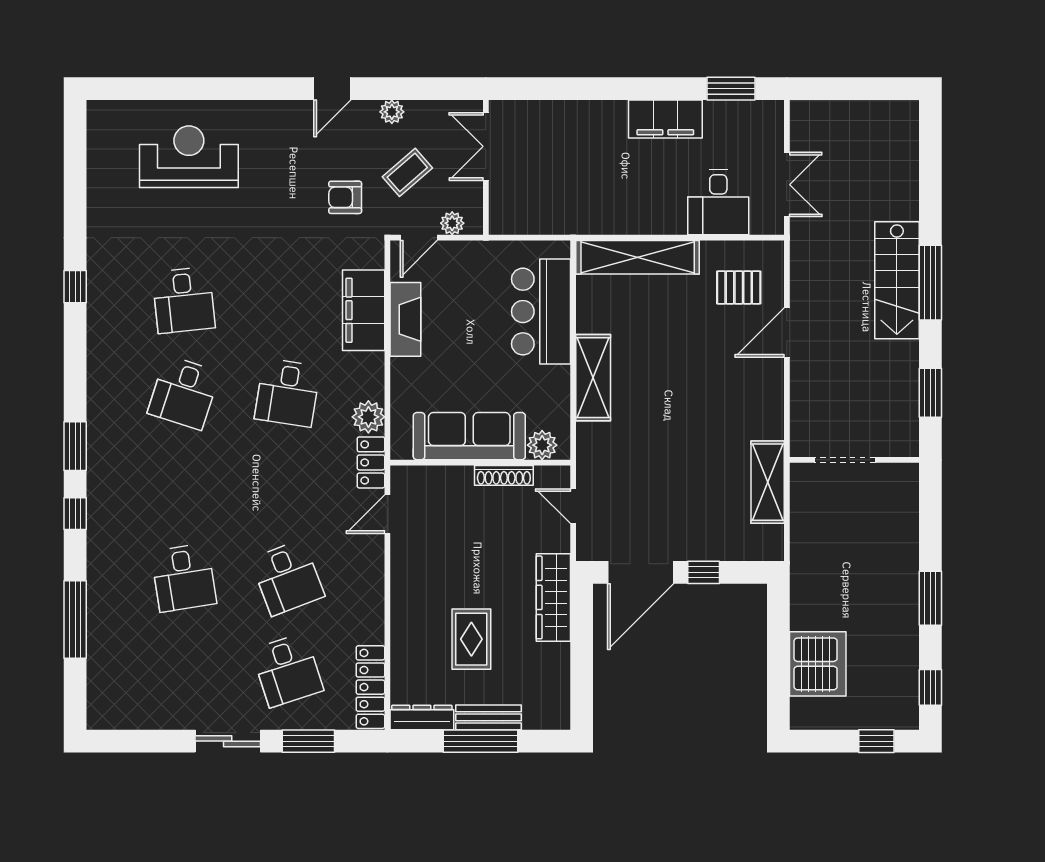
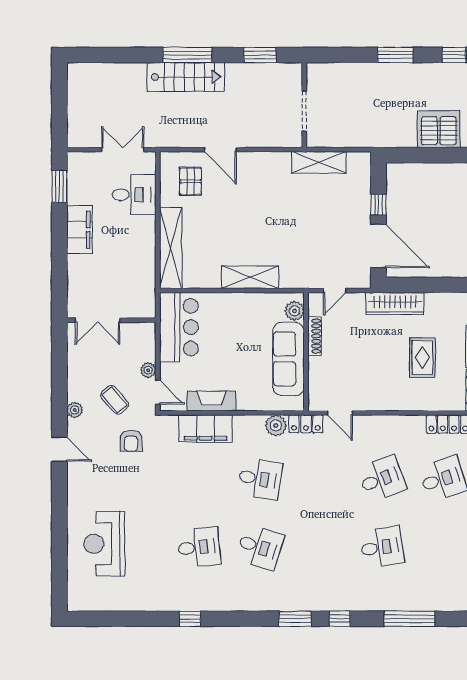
double door: (486, 146) -> (98, 320), moved
wall: (486, 167) -> (111, 320), moved
bar counter: (541, 312) -> (179, 327), moved, turned -90
rug: (471, 639) -> (422, 358), turned 90

